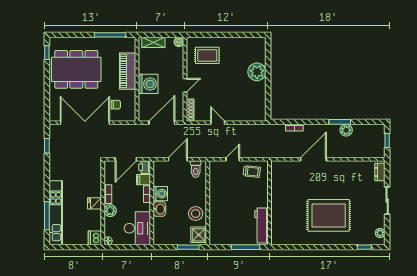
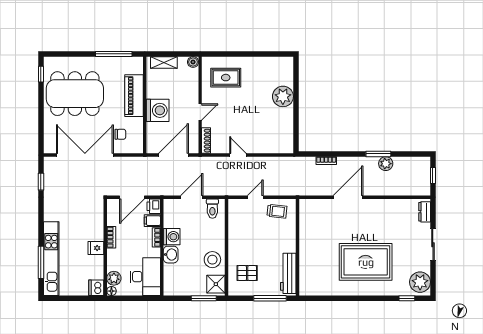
plant: (110, 211) -> (114, 278), moved
pallet: (226, 225) -> (247, 273), added
plant: (380, 233) -> (420, 282), width x1.88, depth x1.88

